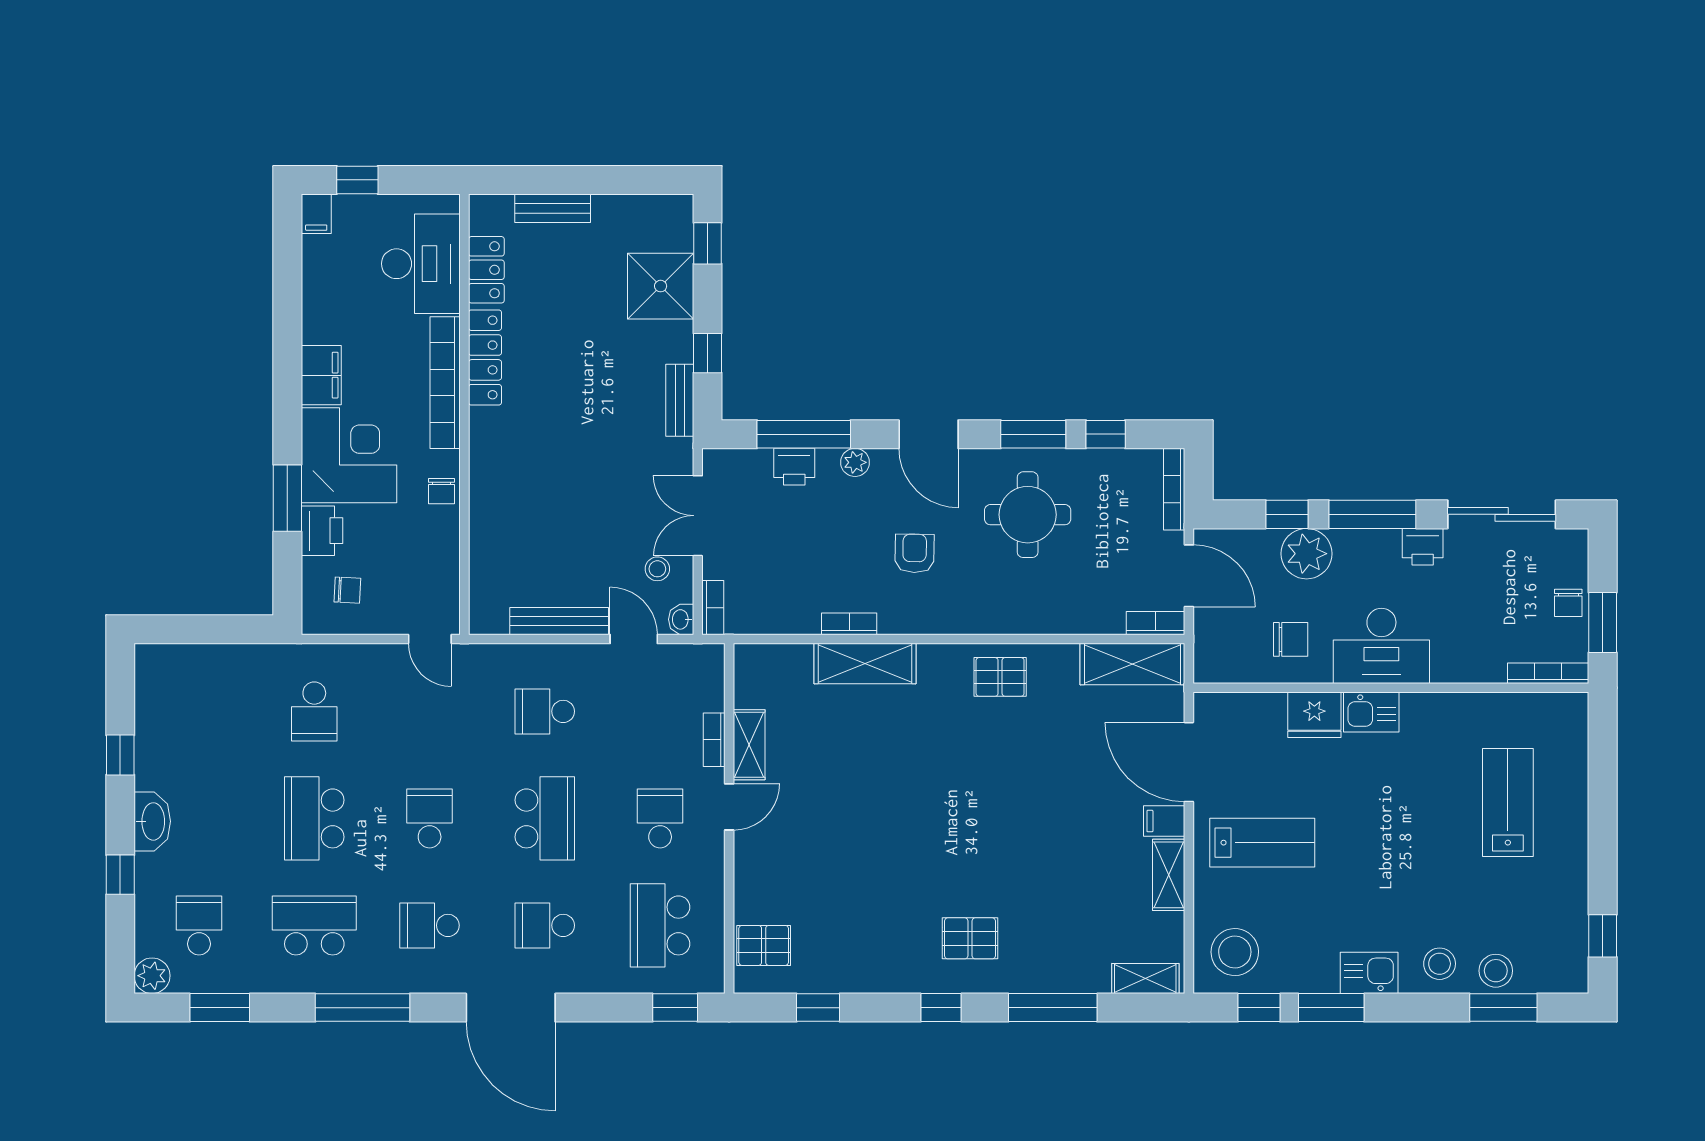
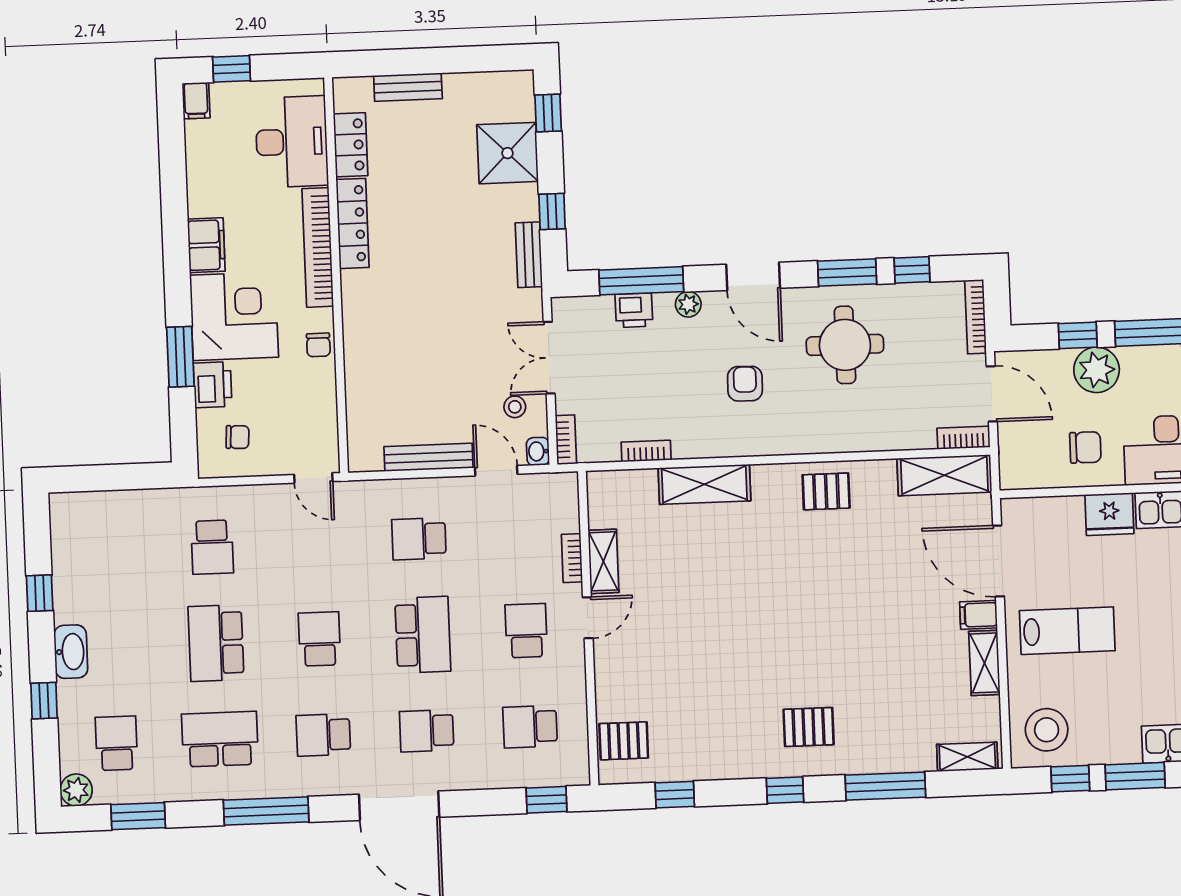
bookcase: (849, 624) -> (646, 451), moved
school desk: (660, 925) -> (530, 727), width x0.54

